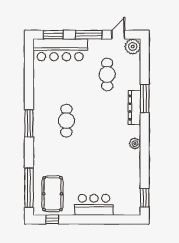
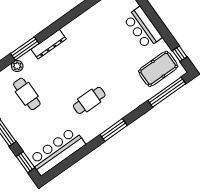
bar counter: (60, 50) -> (57, 151), moved, turned -90
cafe table: (107, 74) -> (27, 94), turned 90
dresser: (134, 108) -> (49, 44), moved
plant: (135, 144) -> (17, 66), moved

